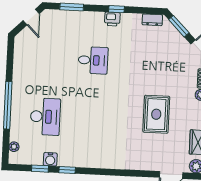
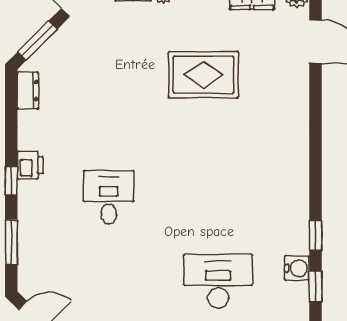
window: (116, 9) -> (11, 181), moved

